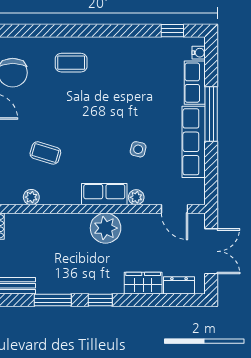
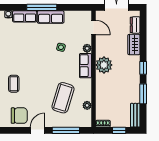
row of seats: (194, 142) -> (51, 17), width x0.68
coffee table: (45, 153) -> (63, 98), width x1.86, depth x1.72
door: (174, 209) -> (93, 27), hinge flipped

